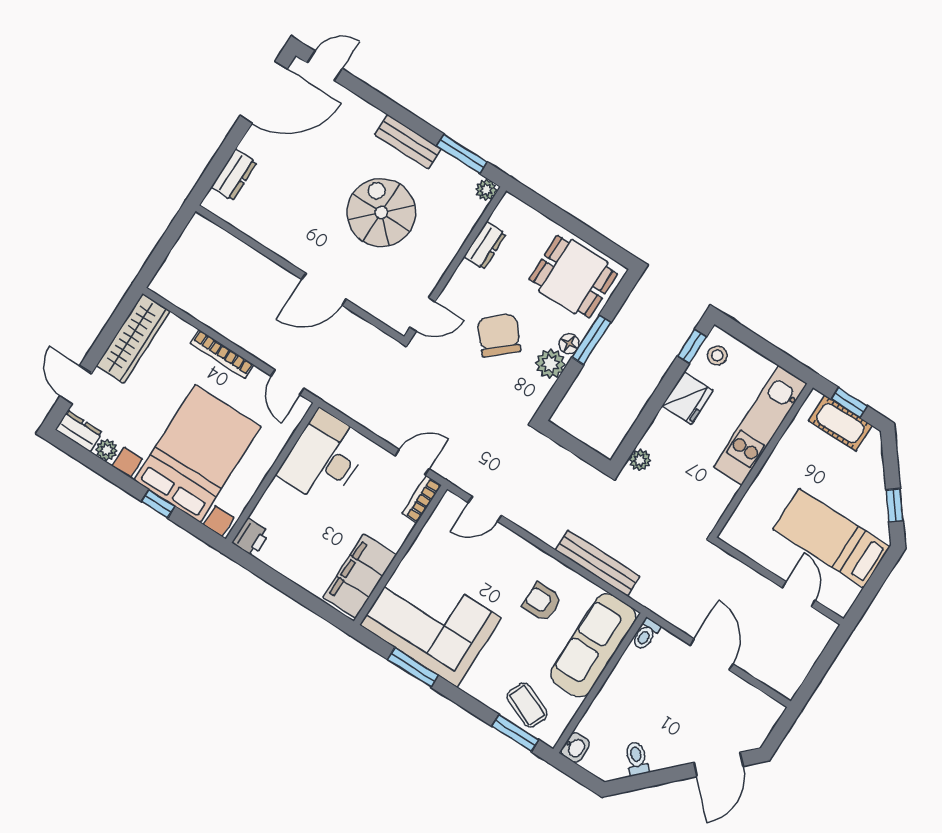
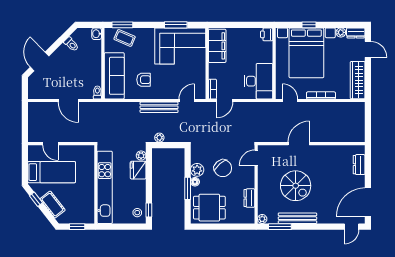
bench: (408, 142) -> (297, 218), width x1.36
fridge: (688, 398) -> (138, 170), moved
cot: (840, 423) -> (52, 205), moved, turned 52
kitchen unit: (760, 425) -> (105, 187), width x1.36
plant: (583, 472) -> (159, 138), added
bench: (598, 563) -> (159, 107), moved

